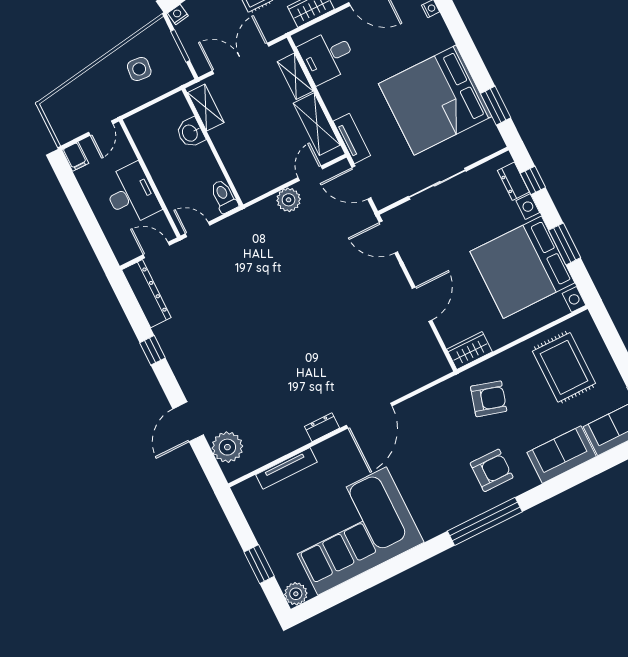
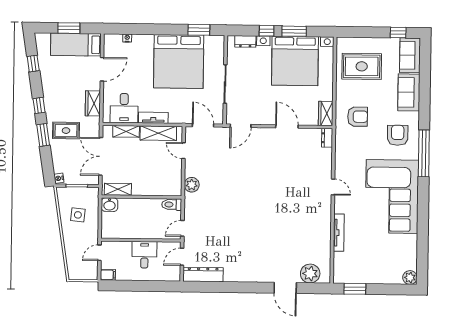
door: (101, 128) -> (99, 253), swing flipped
washbasin: (190, 133) -> (110, 205), moved
tv unit: (352, 138) -> (153, 118), moved
window: (533, 180) -> (267, 31), moved
door: (361, 183) -> (203, 125), swing flipped
desk: (131, 194) -> (144, 255), width x0.73
plant: (289, 200) -> (192, 185), moved
window: (152, 350) -> (236, 287), removed
armchair: (489, 399) -> (358, 117), turned 74
door: (369, 416) -> (333, 187), width x0.53
dresser: (322, 427) -> (327, 138), moved
tv unit: (286, 468) -> (339, 233), moved
corner sofa: (352, 531) -> (392, 196), moved
window: (259, 564) -> (355, 289), moved

